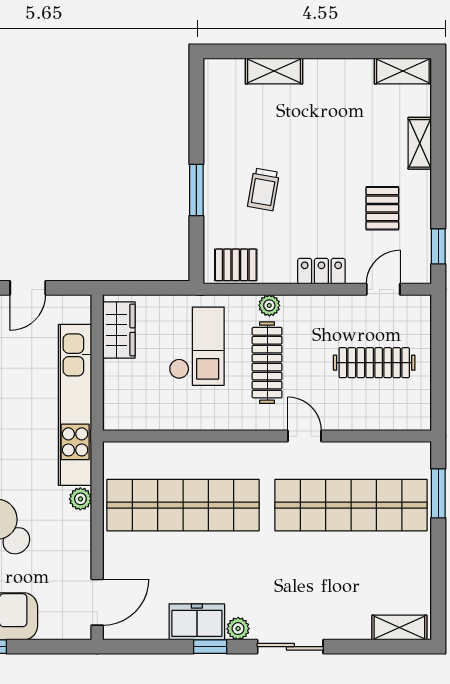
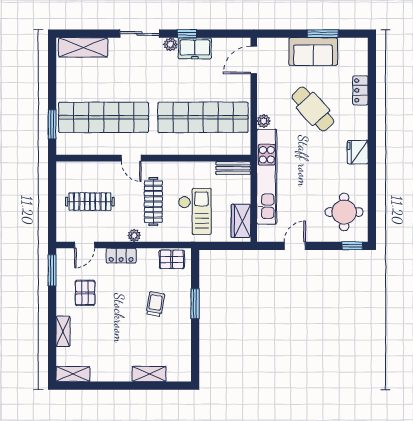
window: (438, 246) -> (52, 270), width x1.50
plant: (269, 305) -> (134, 235), moved
checkout: (197, 346) -> (195, 211), turned 180
bench: (132, 419) -> (233, 168), added
shelving: (399, 628) -> (83, 47), width x1.50, depth x1.33

